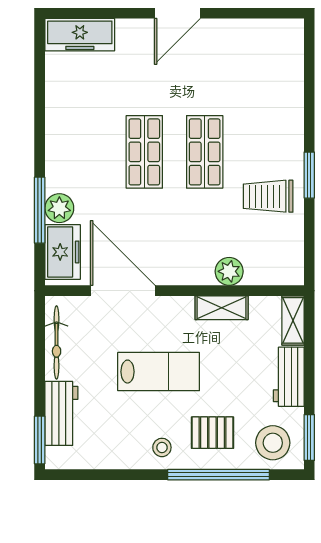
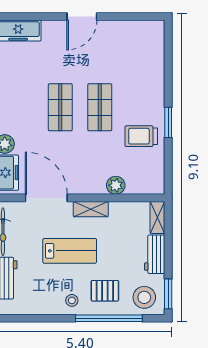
shelving: (222, 308) -> (91, 209), moved

